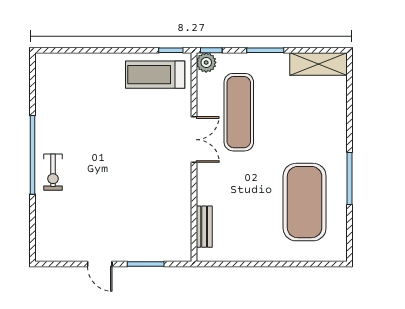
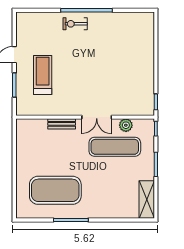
plant: (206, 62) -> (126, 125), moved
treadmill: (155, 75) -> (43, 75), moved
bench: (204, 227) -> (62, 124), moved

